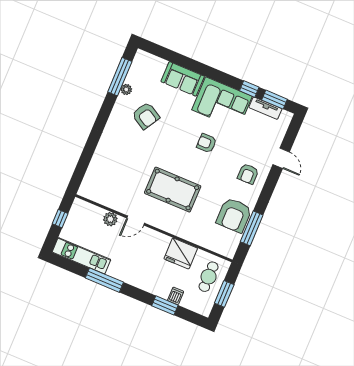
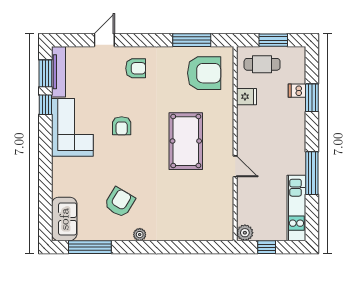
sofa: (183, 79) -> (64, 219), moved
plant: (126, 89) -> (140, 235), moved
tv unit: (265, 108) -> (58, 72), width x1.41
armchair: (234, 215) -> (204, 73), moved
plant: (110, 219) -> (245, 233), moved
fridge: (181, 254) -> (247, 97), width x0.53, depth x0.75

